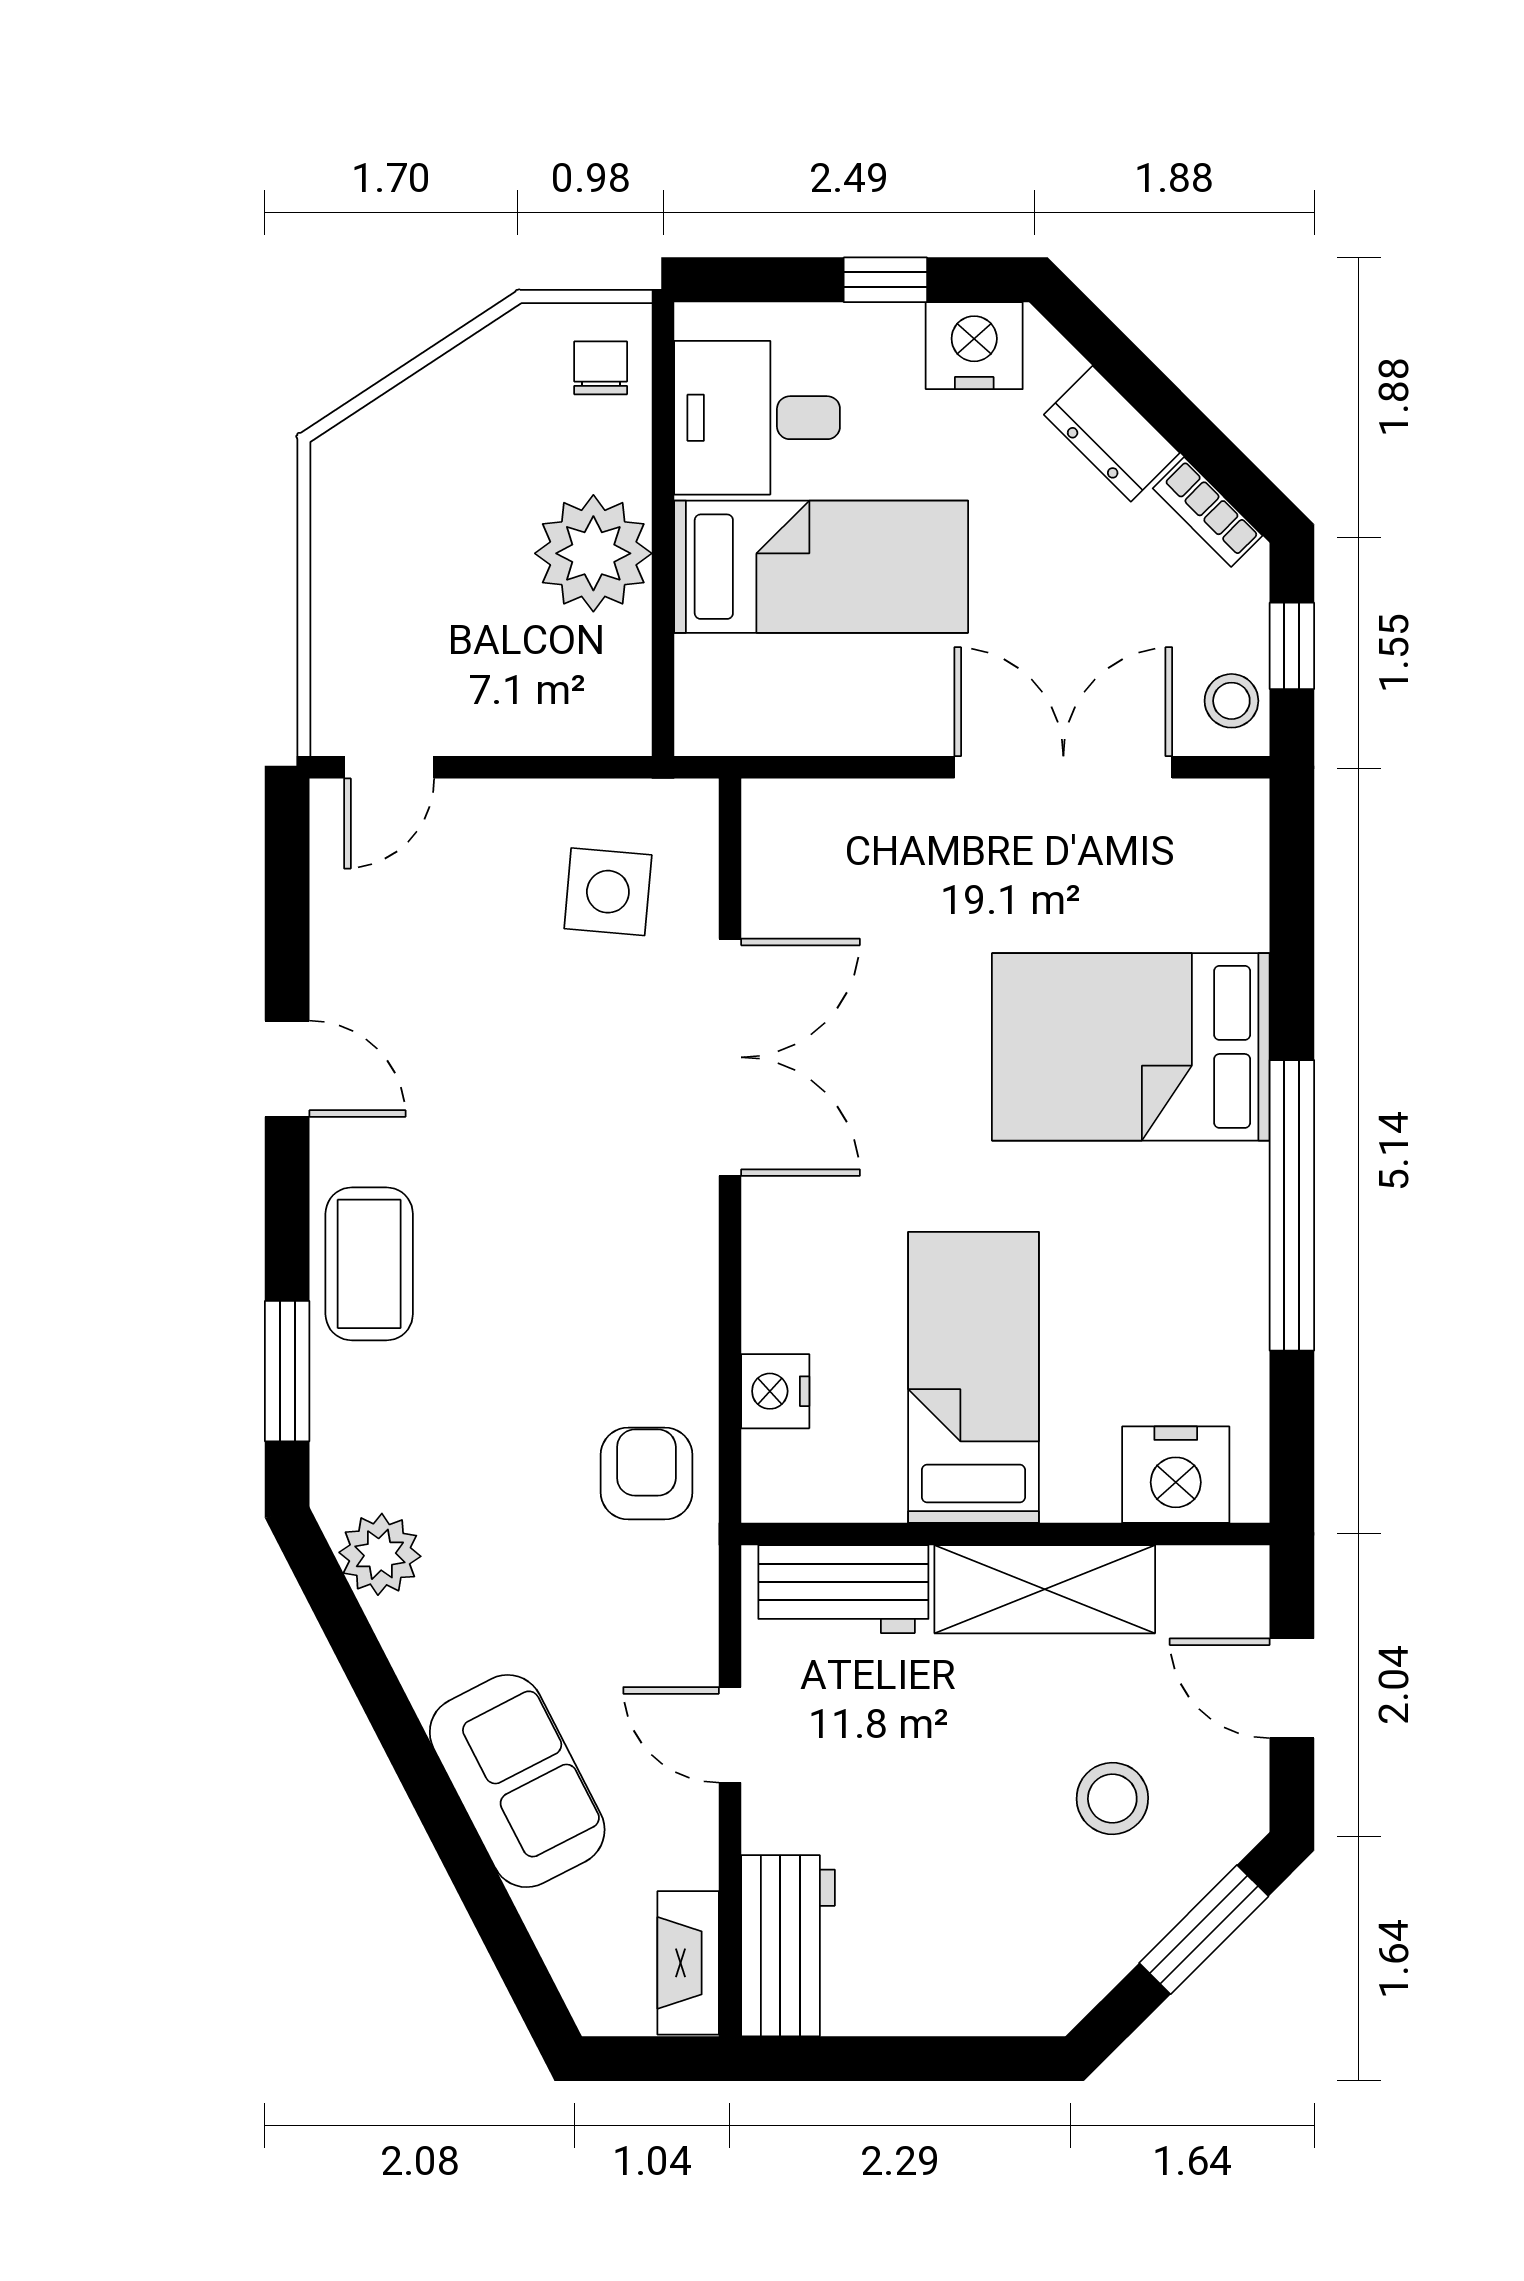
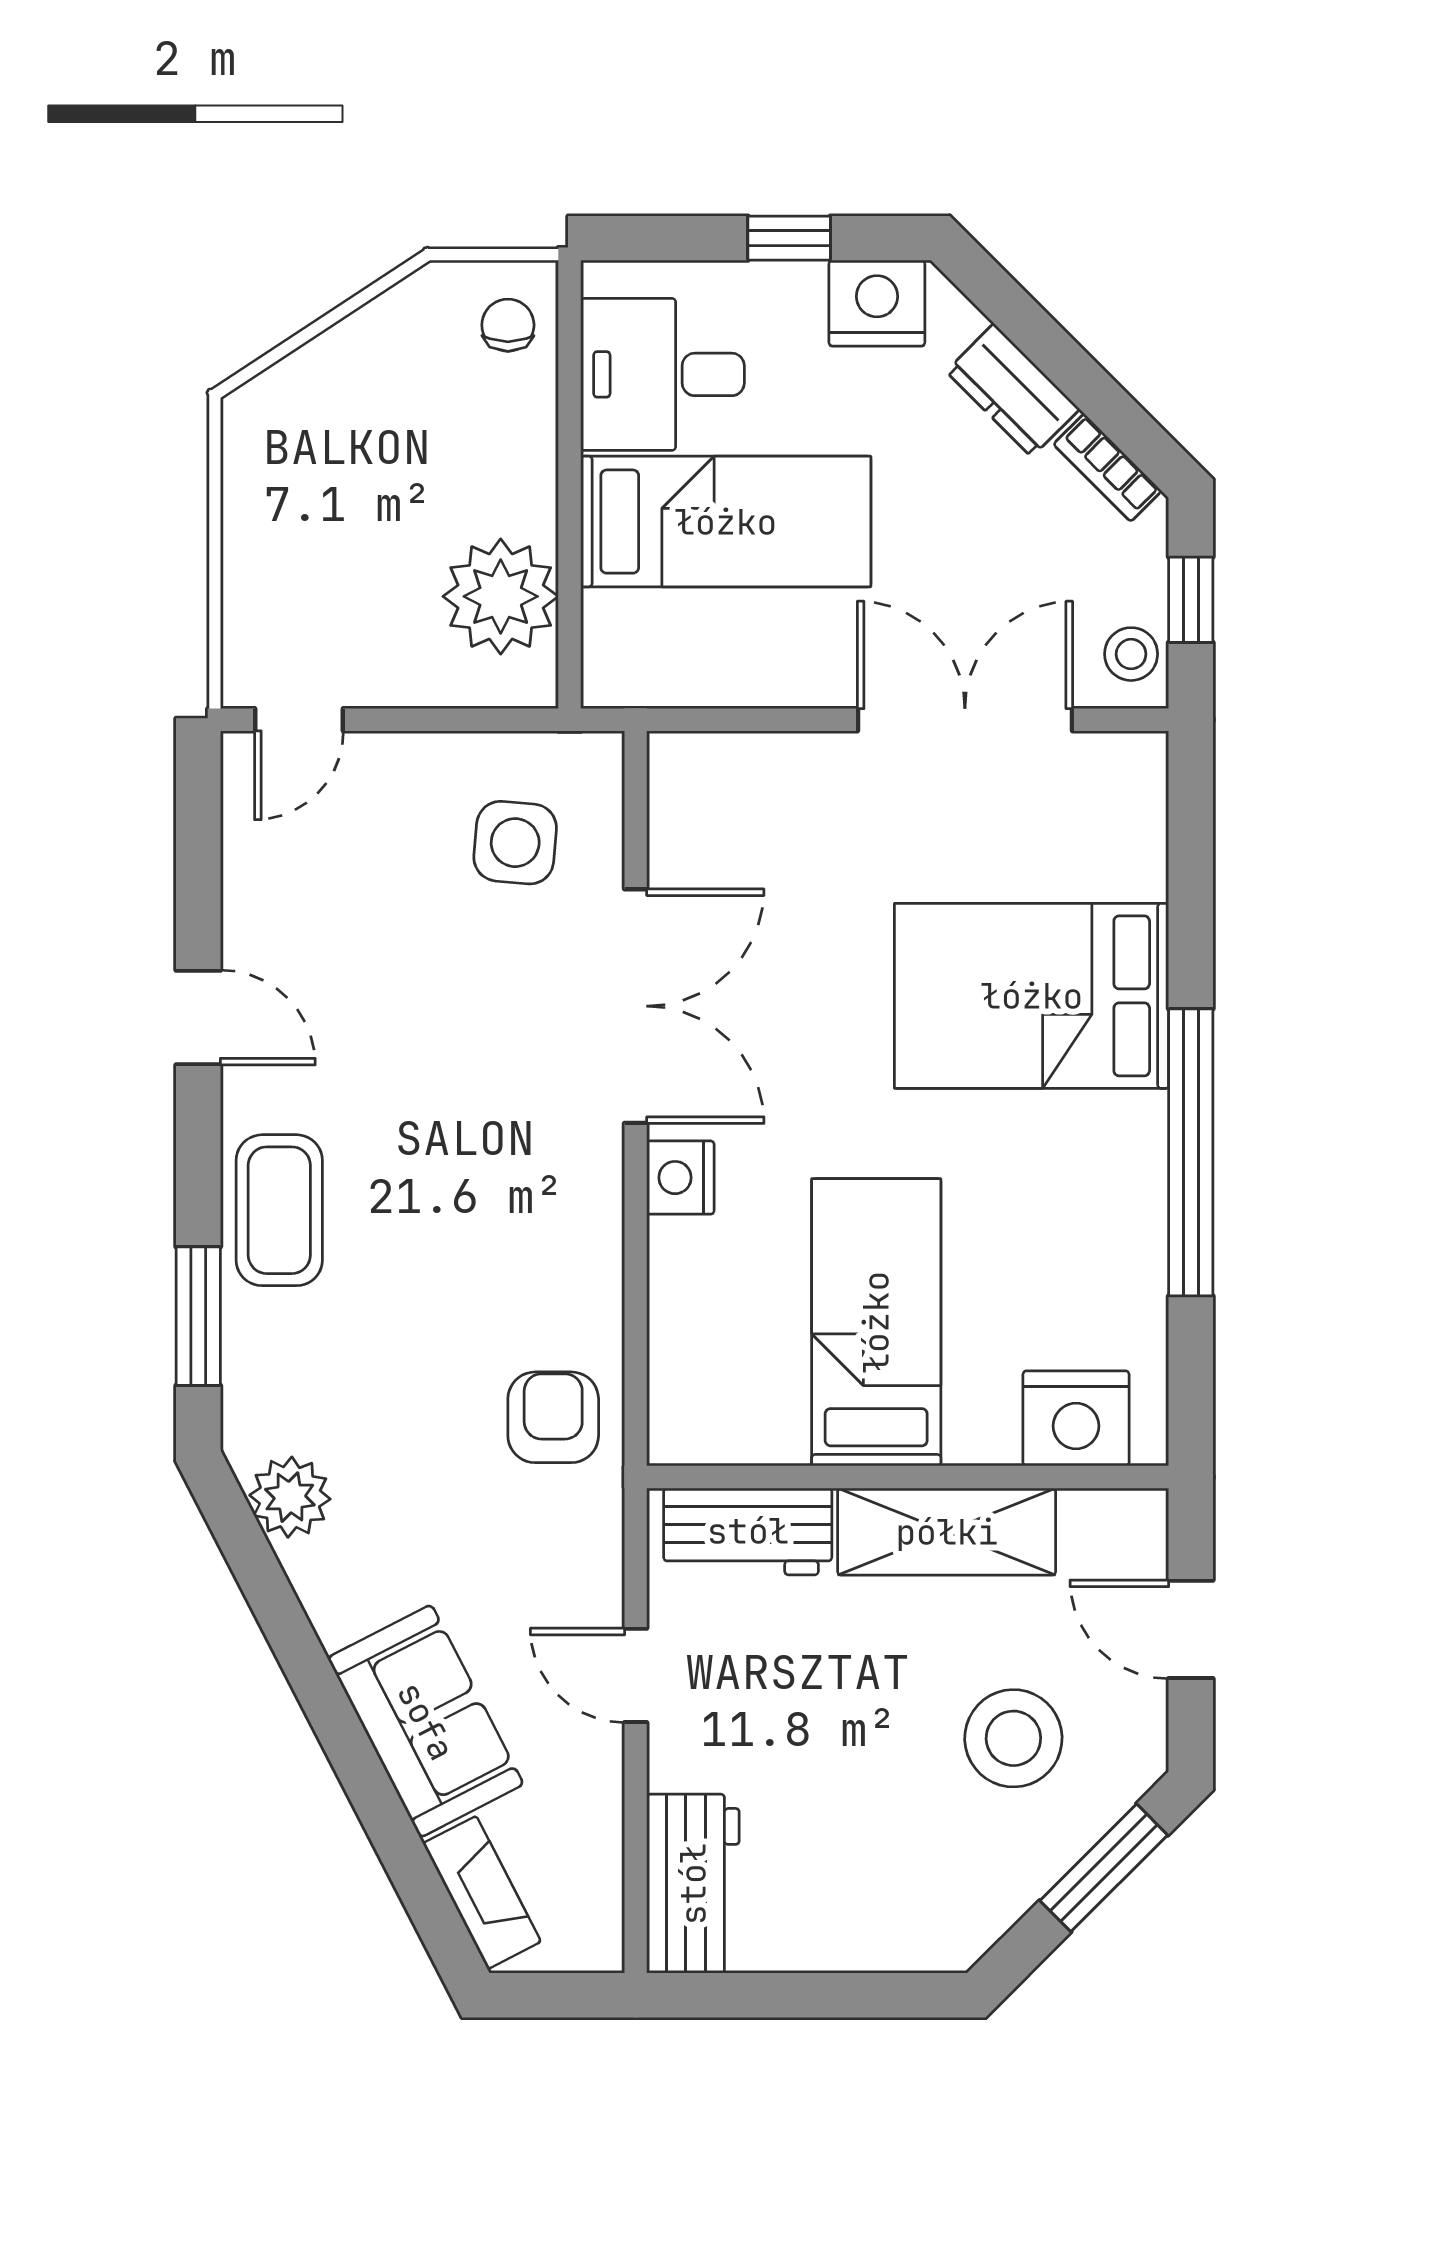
plant: (593, 553) -> (501, 596), moved
nightstand: (775, 1391) -> (680, 1178), moved
stool: (1112, 1798) -> (1013, 1738), width x1.38, depth x1.38
fireplace: (688, 1963) -> (482, 1893), moved, turned 153

